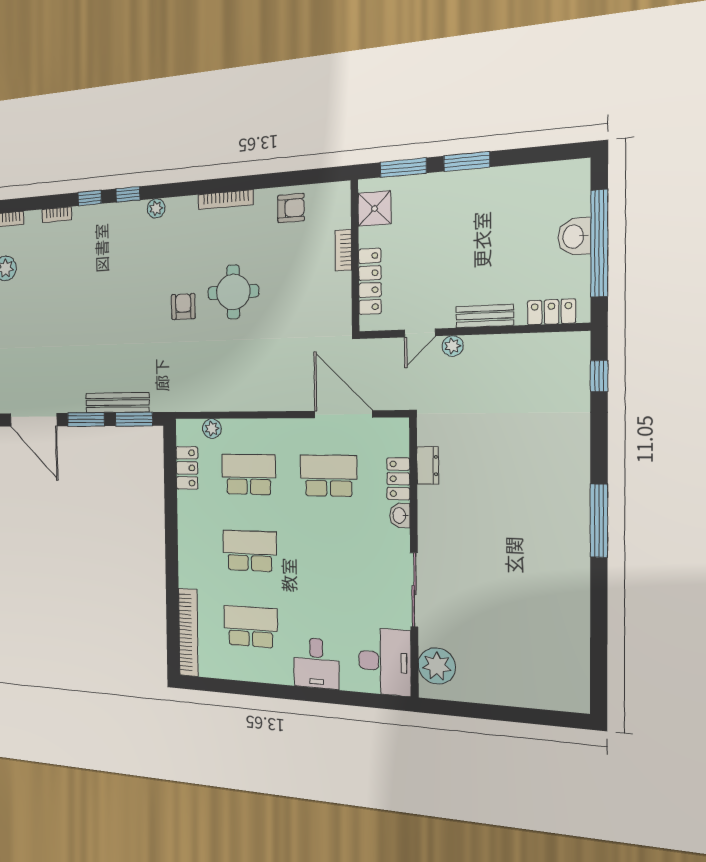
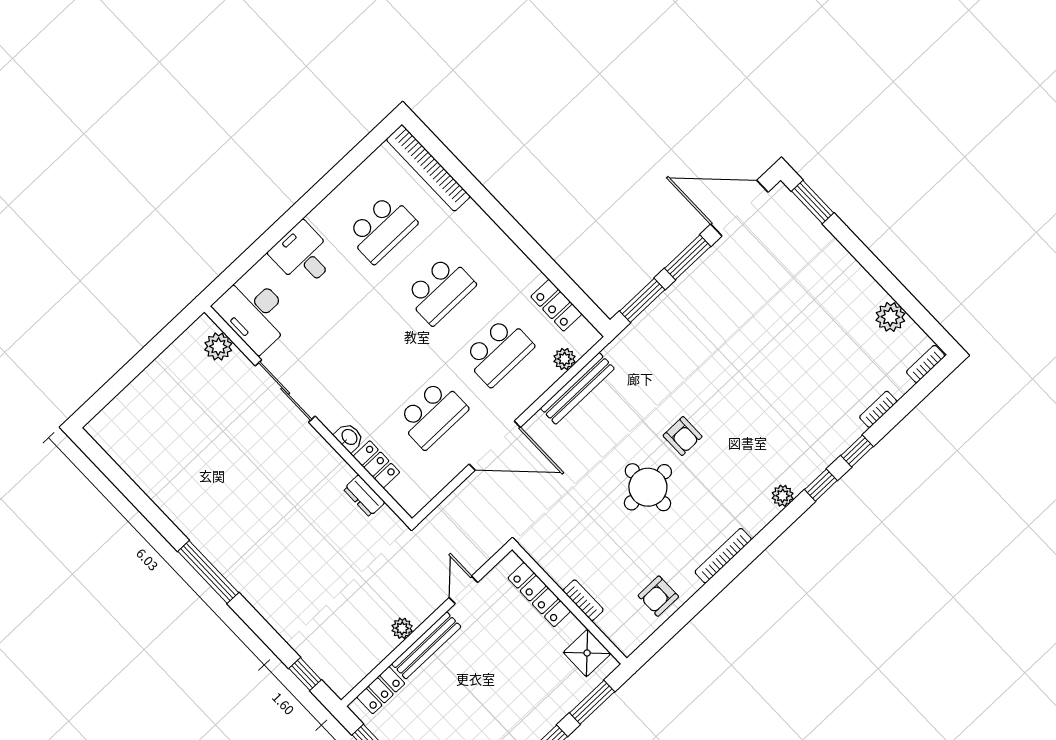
bench: (485, 316) -> (426, 645), width x1.36
plant: (453, 346) -> (402, 628), moved
bench: (117, 403) -> (577, 388), moved
door: (343, 414) -> (495, 446), moved
plant: (437, 666) -> (218, 347), width x0.73, depth x0.73

